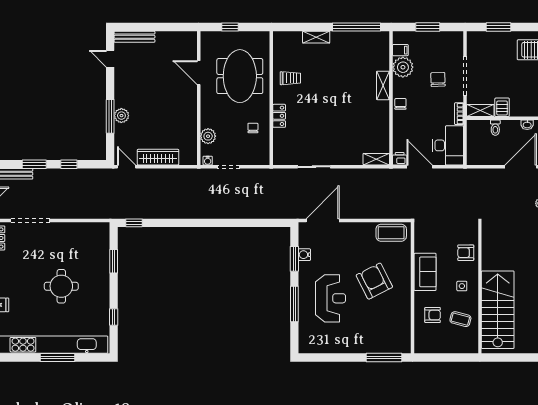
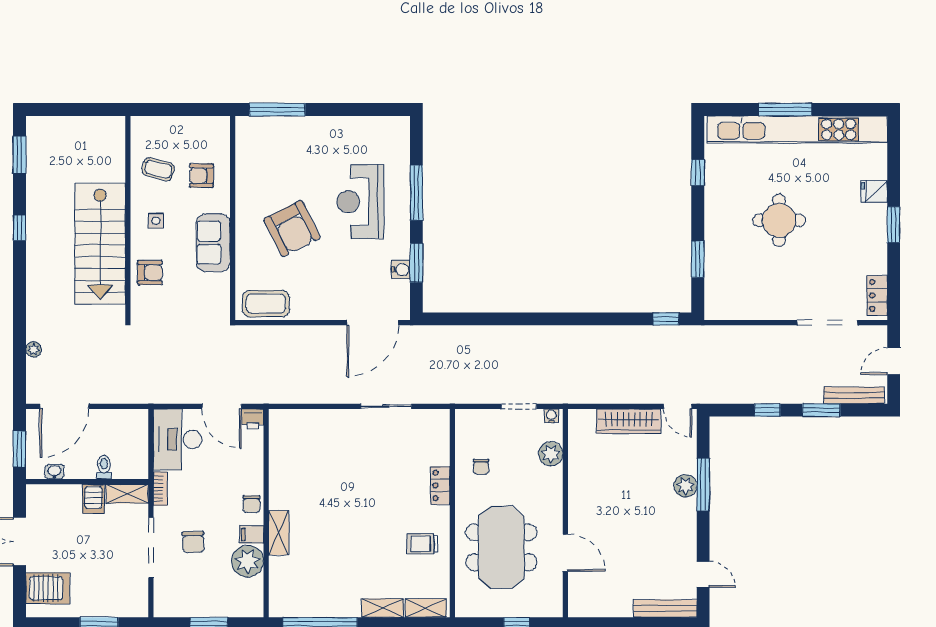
filing cabinet: (400, 50) -> (252, 534), moved
shelving: (376, 159) -> (426, 608), moved
stairs: (498, 310) -> (100, 244), moved

